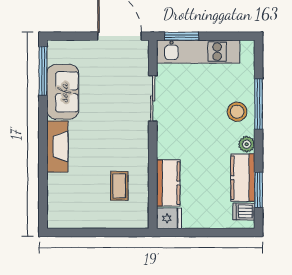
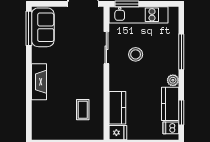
sofa: (63, 92) -> (43, 27), moved
stool: (237, 112) -> (136, 54), moved

